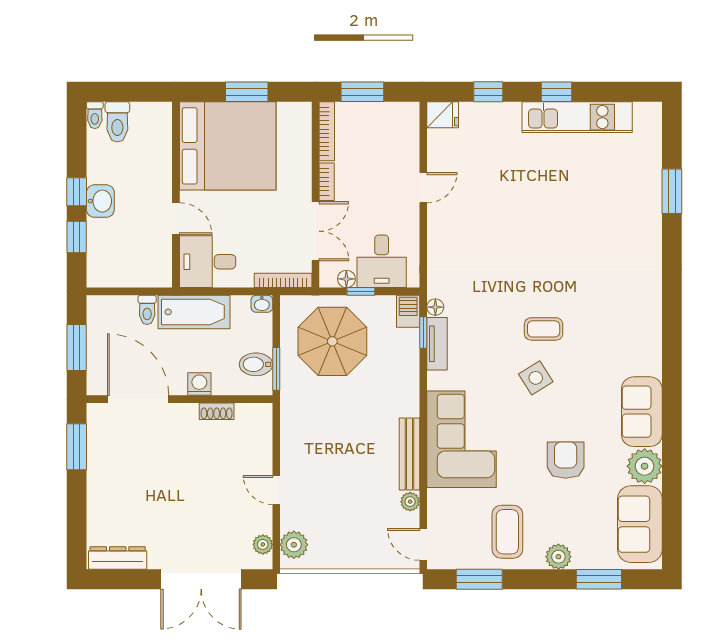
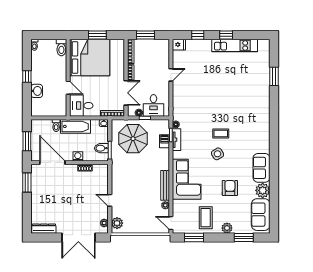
toilet: (117, 122) -> (61, 48), moved
washbasin: (100, 201) -> (37, 91), moved
window: (77, 237) -> (27, 95), removed
barbecue: (408, 311) -> (164, 141), moved

